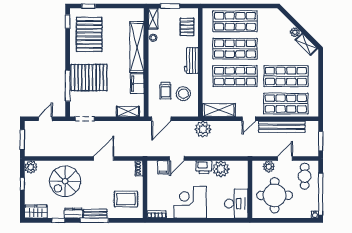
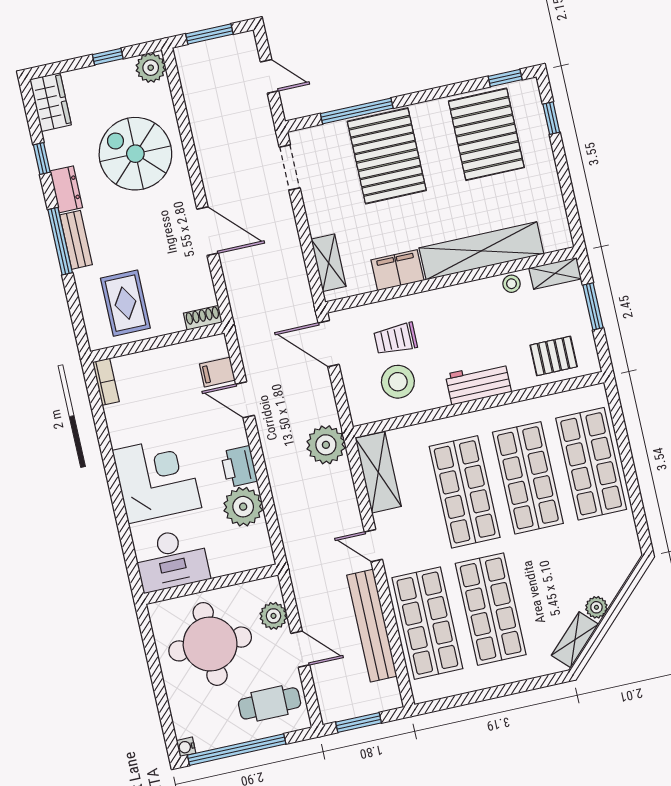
pallet: (89, 34) -> (486, 134), turned 90
corner desk: (190, 202) -> (157, 479), moved

